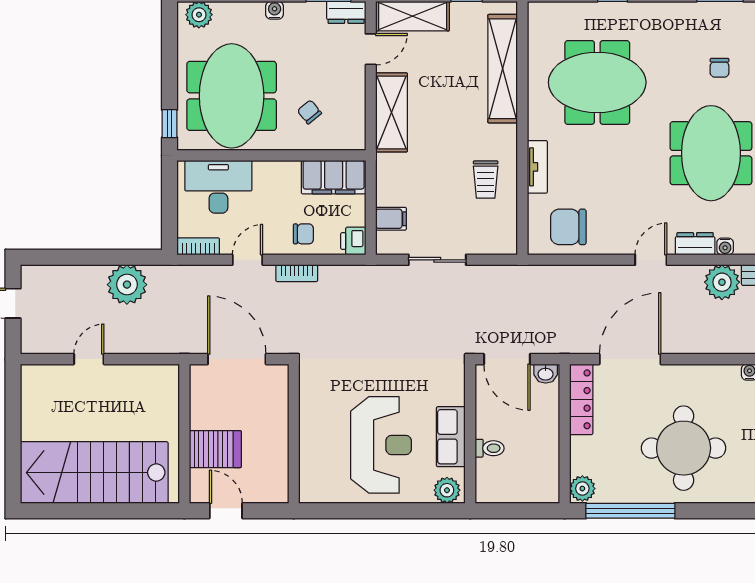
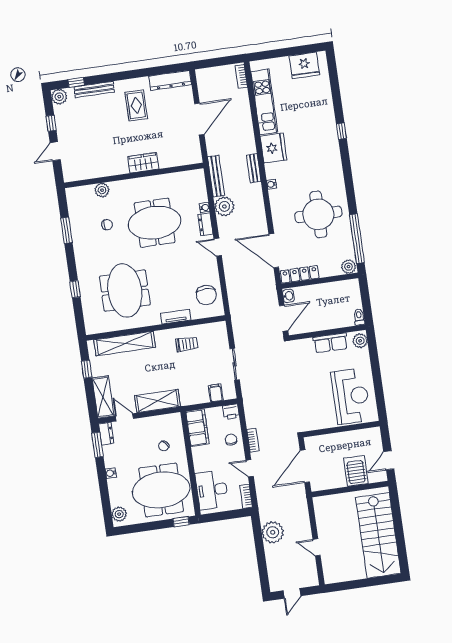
reception desk: (381, 445) -> (351, 396), moved, turned 90
toilet: (490, 448) -> (359, 317), moved

